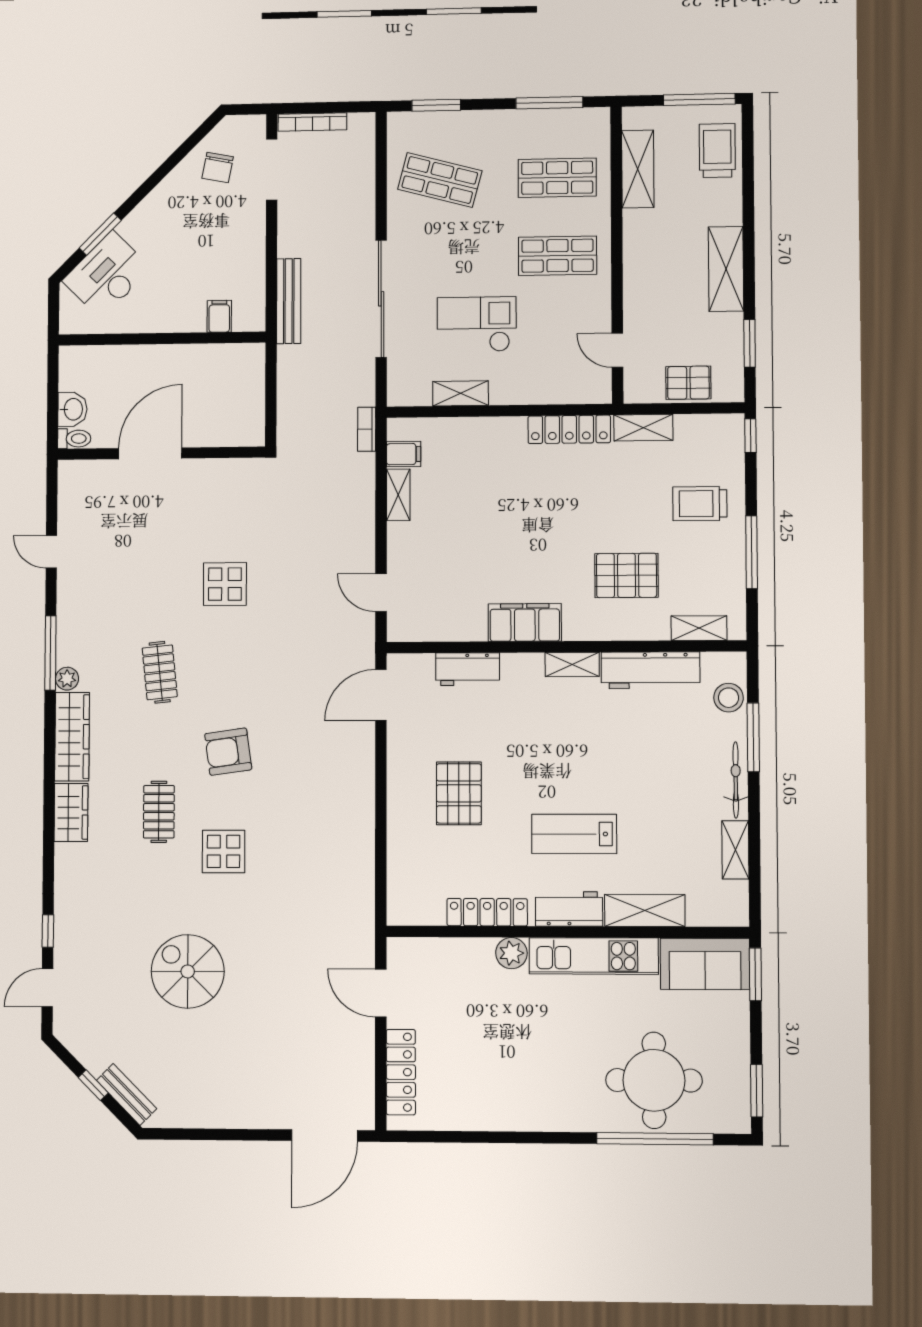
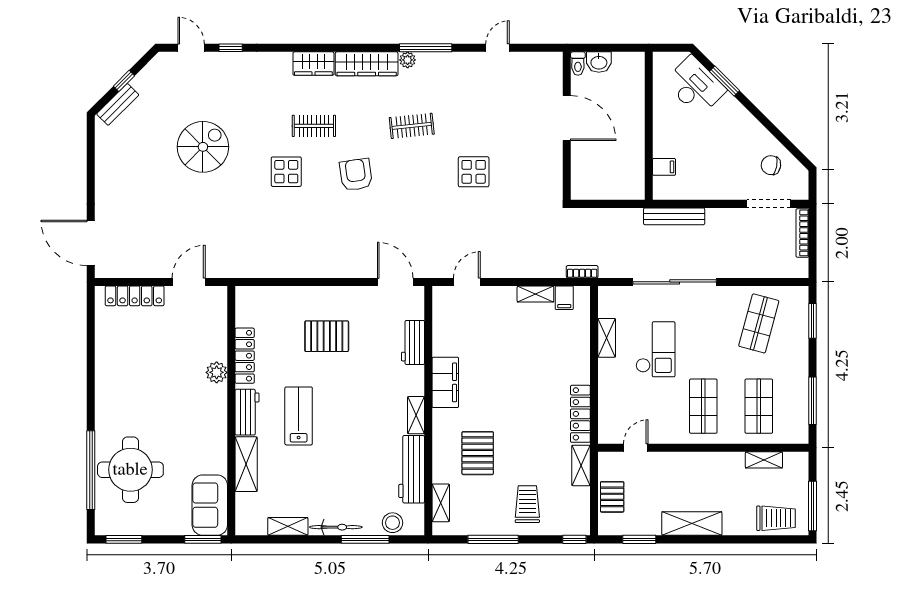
shelving: (638, 169) -> (764, 460), width x0.67, depth x0.75
kitchen unit: (594, 956) -> (215, 429), removed

